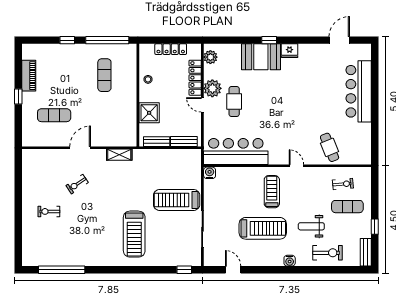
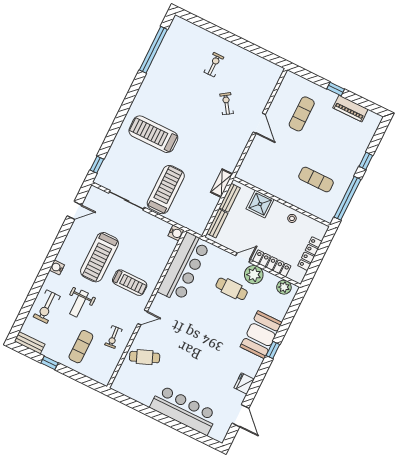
fridge: (290, 51) -> (244, 383), moved
shelving: (119, 155) -> (222, 183), moved
exercise bike: (343, 184) -> (113, 337), moved
weight bench: (311, 226) -> (79, 304), turned 180

